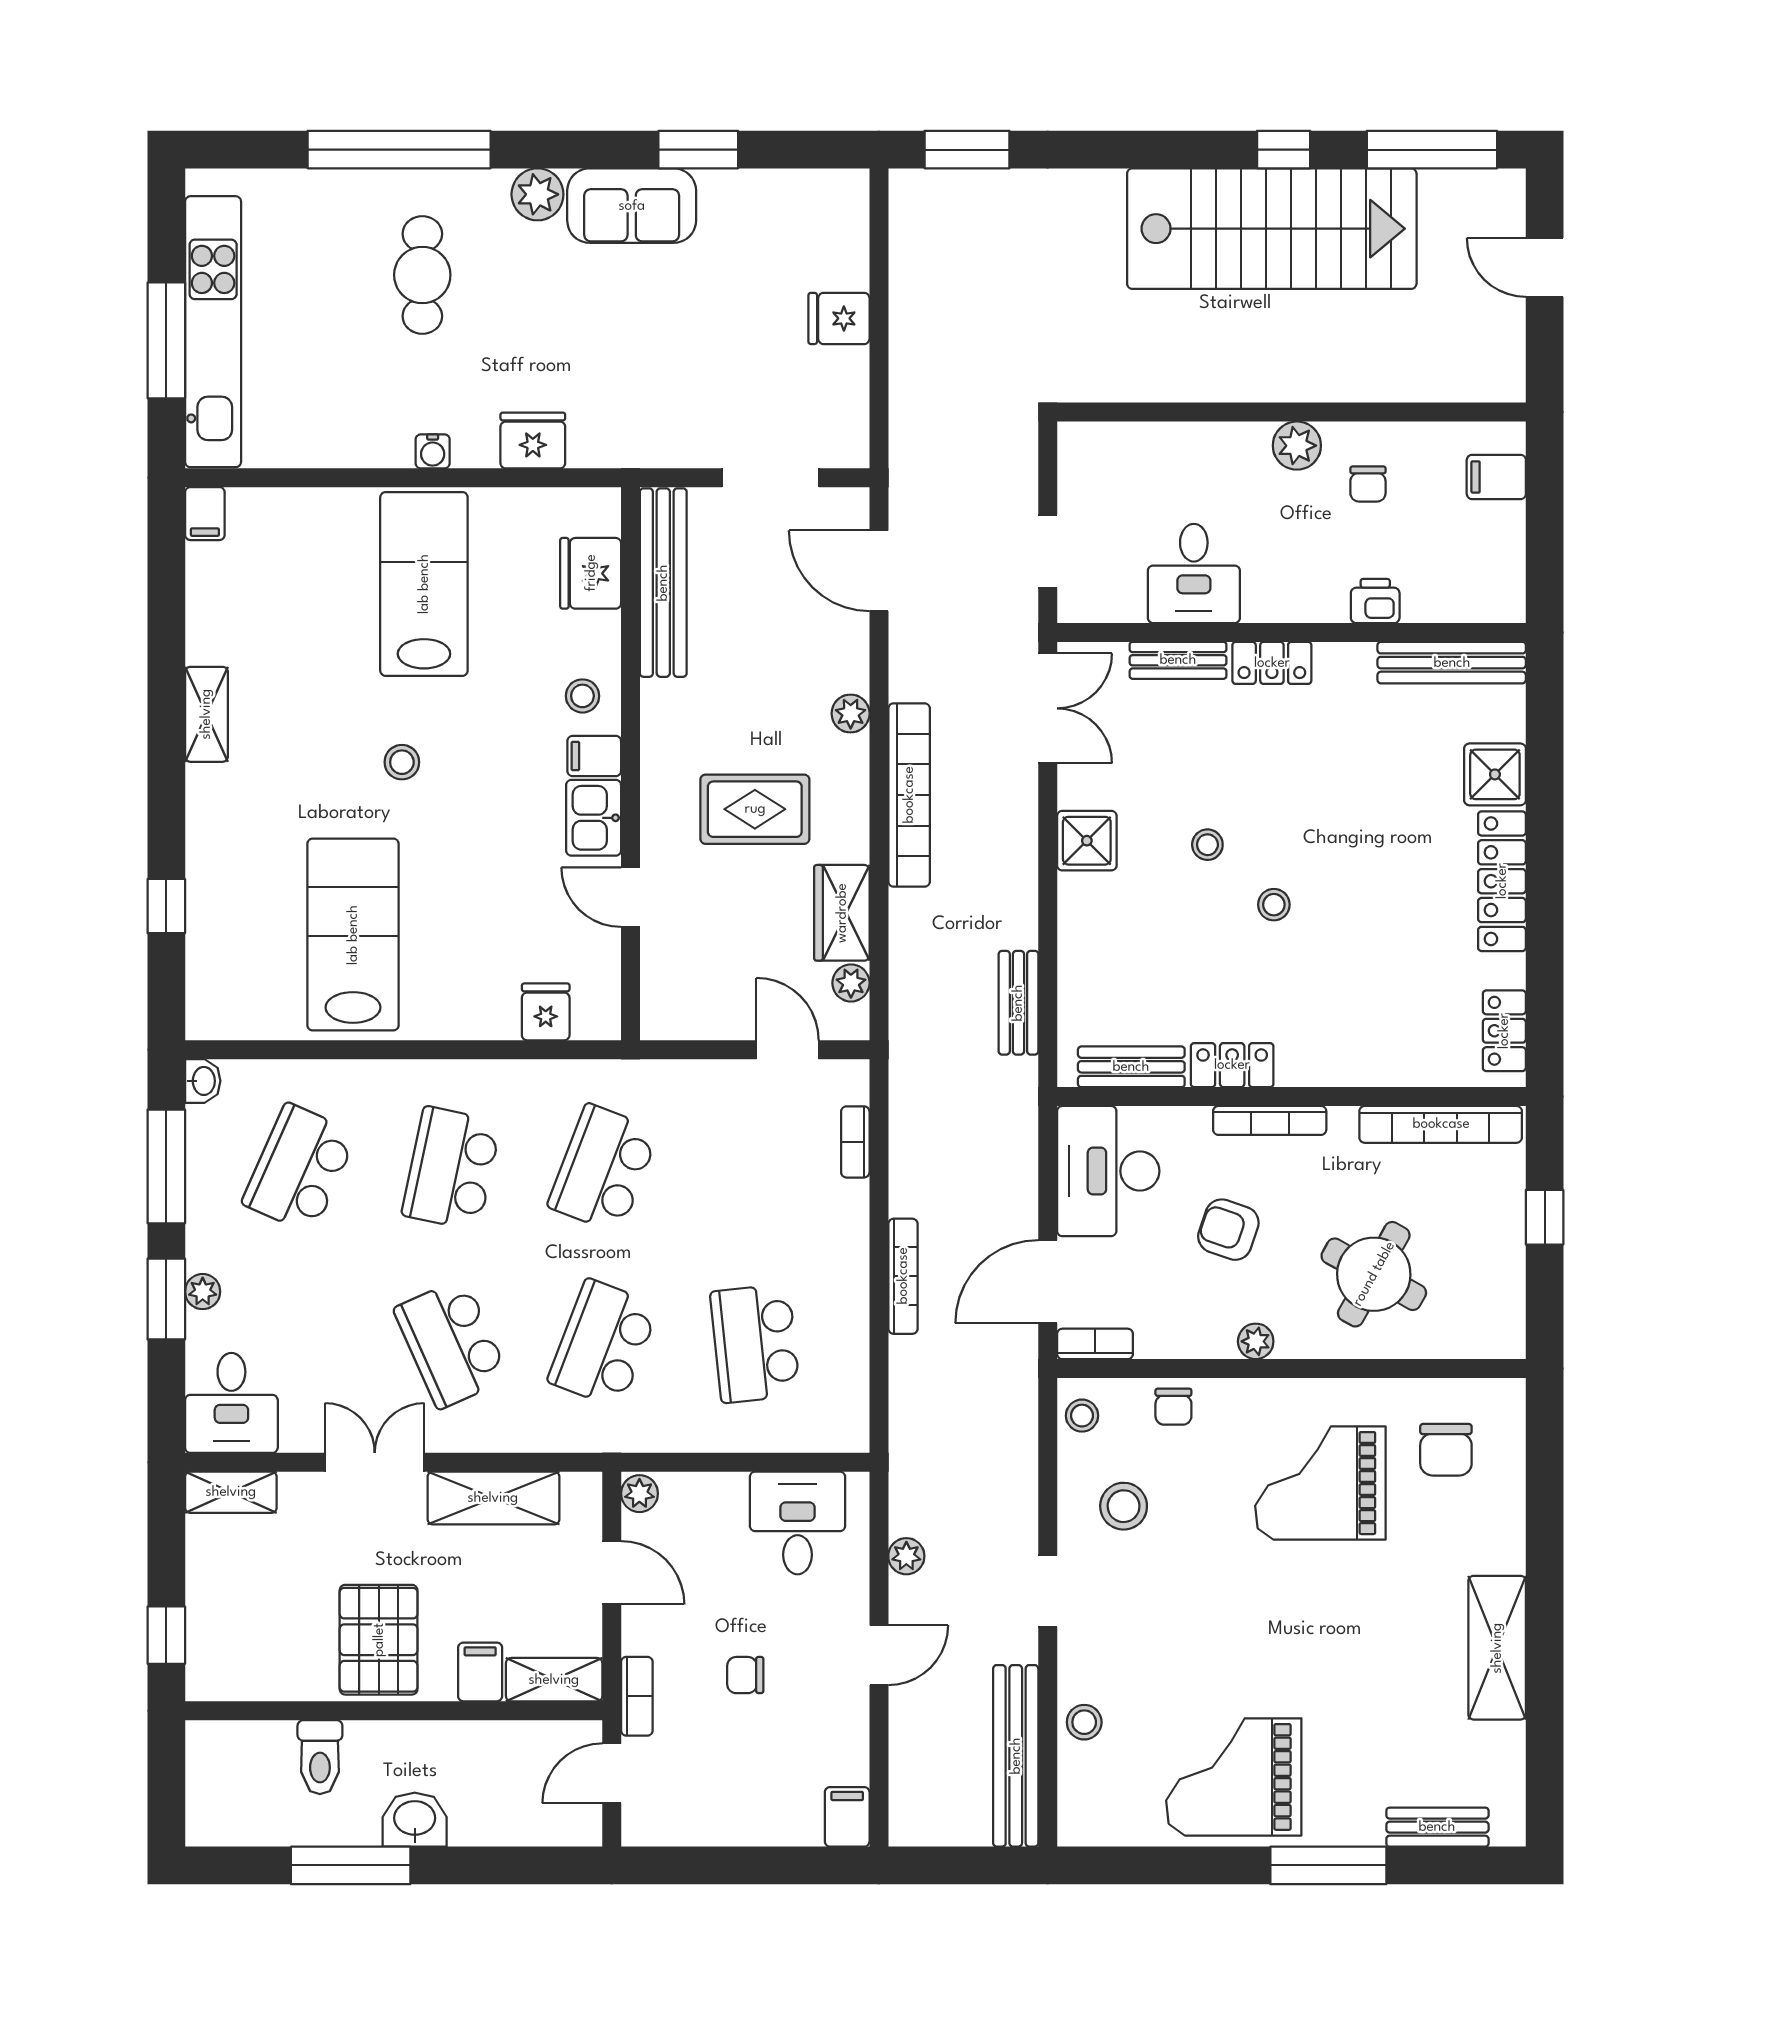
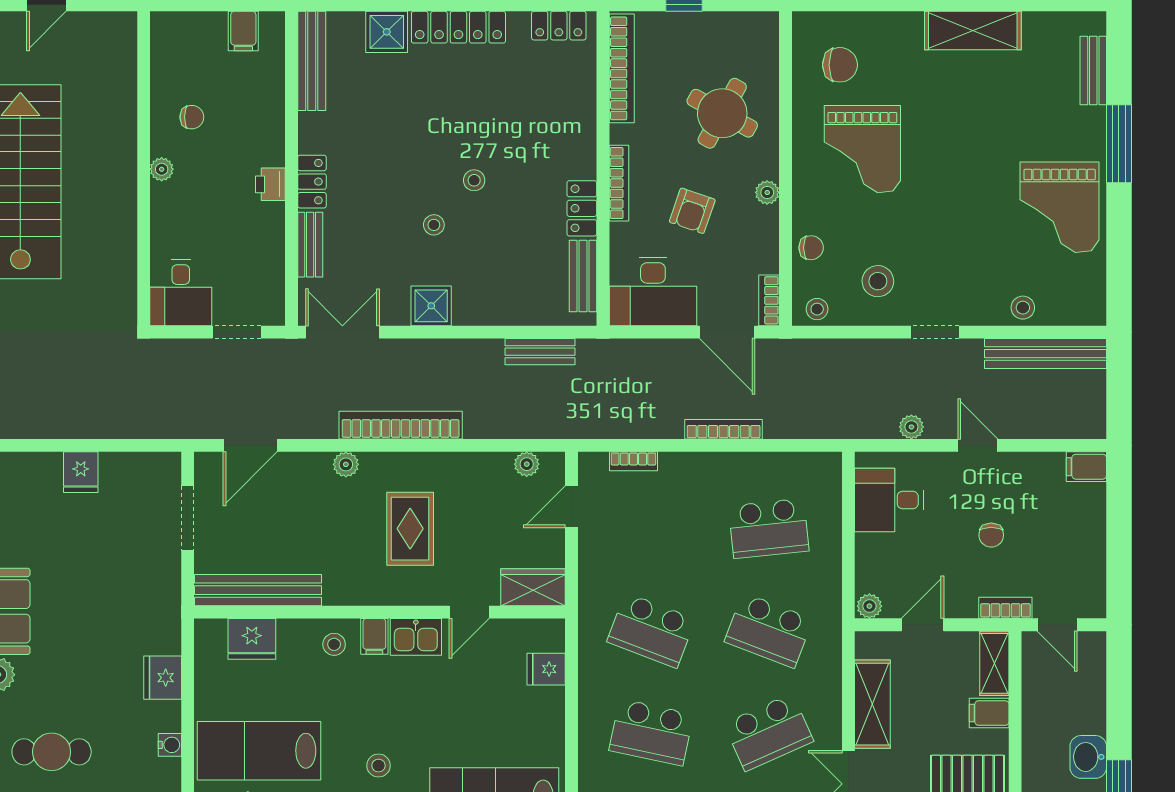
plant: (1297, 446) -> (162, 169), width x0.73, depth x0.73
filing cabinet: (1496, 477) -> (243, 31), moved
desk: (1194, 573) -> (181, 293), moved, turned 90
printer: (1375, 601) -> (270, 184), moved
wardrobe: (842, 913) -> (533, 587), moved, turned 180

